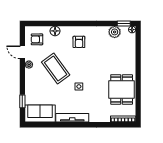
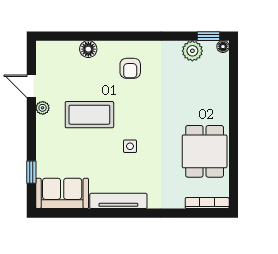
armchair: (37, 39) -> (57, 64), removed
coffee table: (56, 68) -> (89, 115), turned -54

